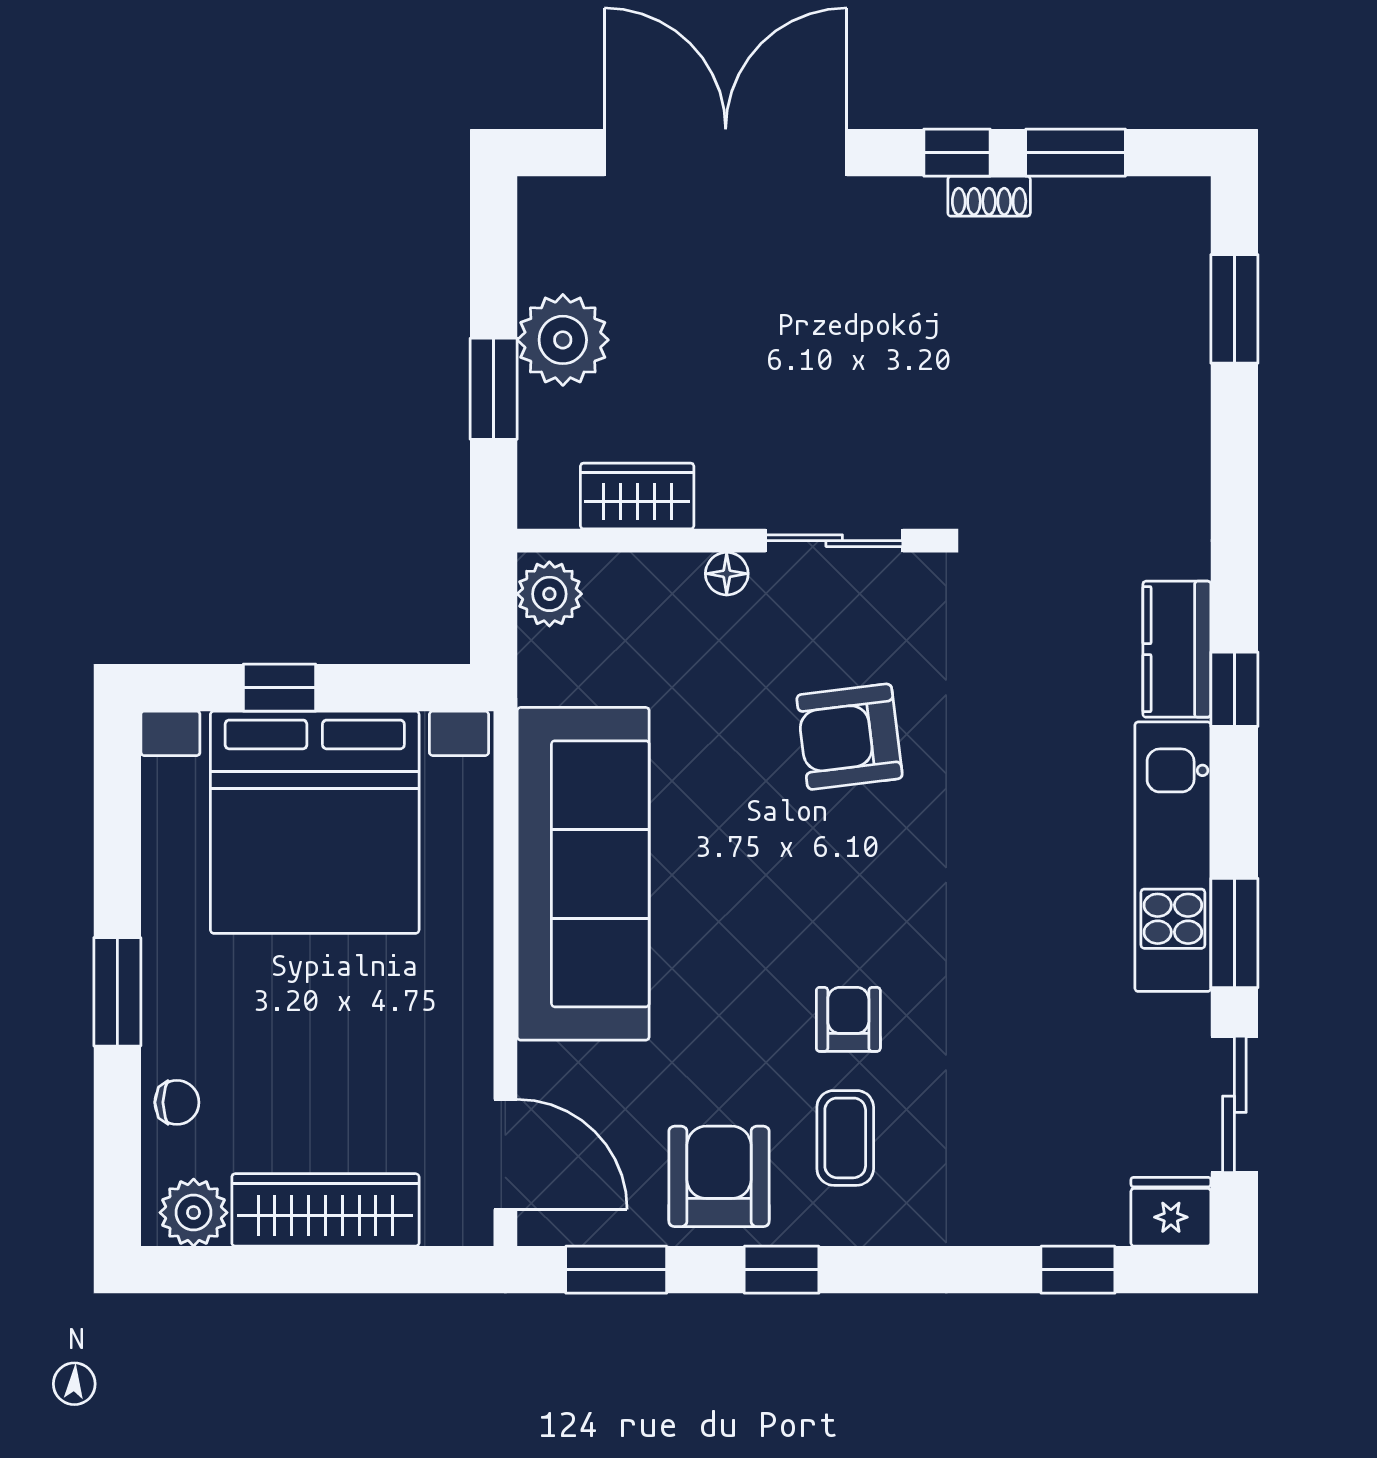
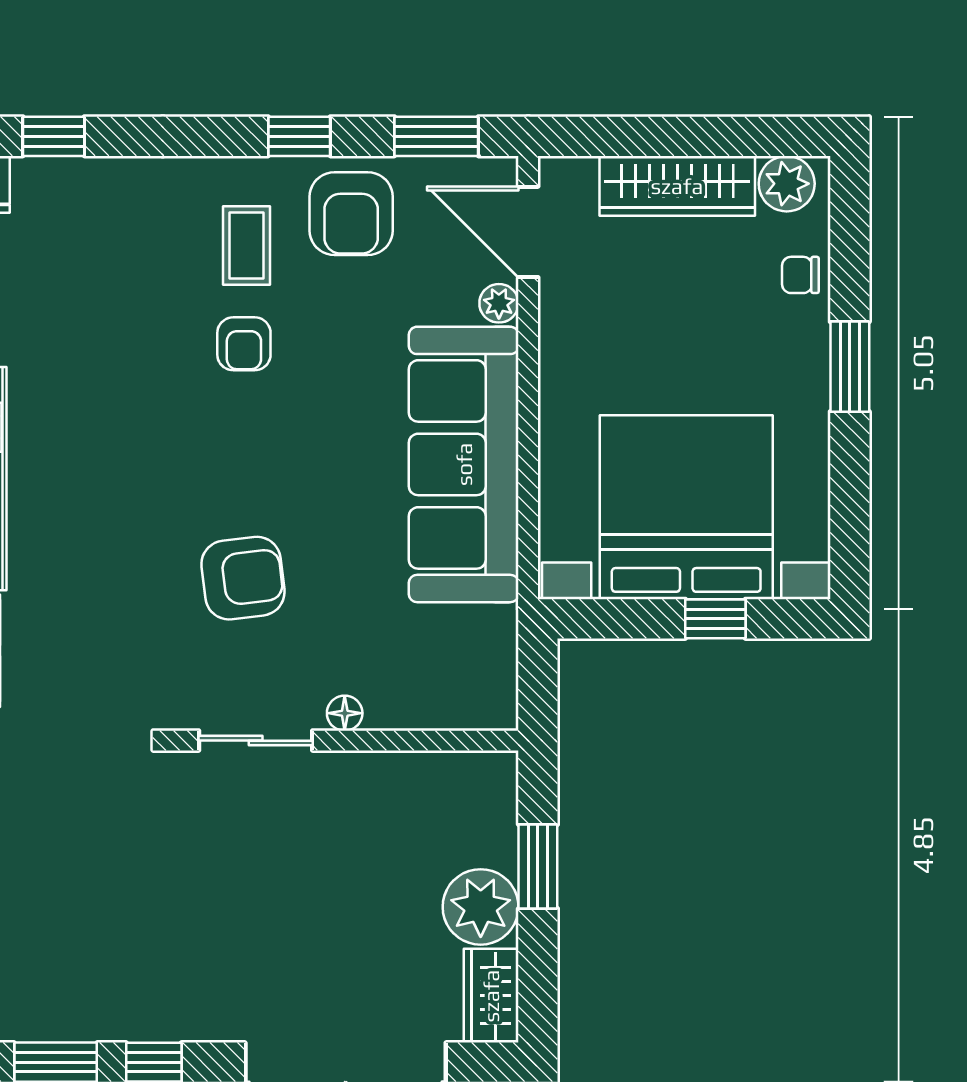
shoe rack: (989, 196) -> (127, 1026), removed
wardrobe: (637, 496) -> (491, 996), moved, turned 90
plant: (549, 594) -> (499, 303), moved, width x0.73, depth x0.73

